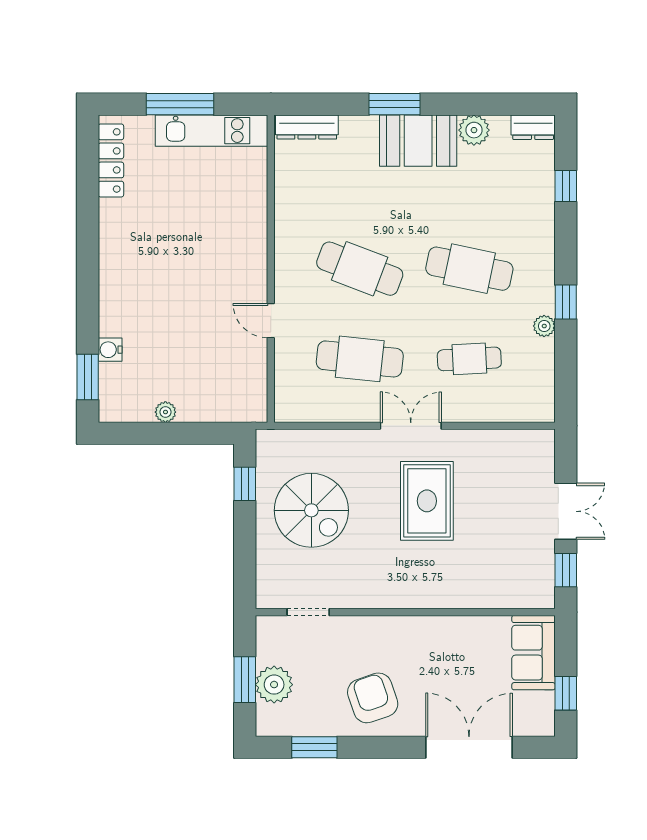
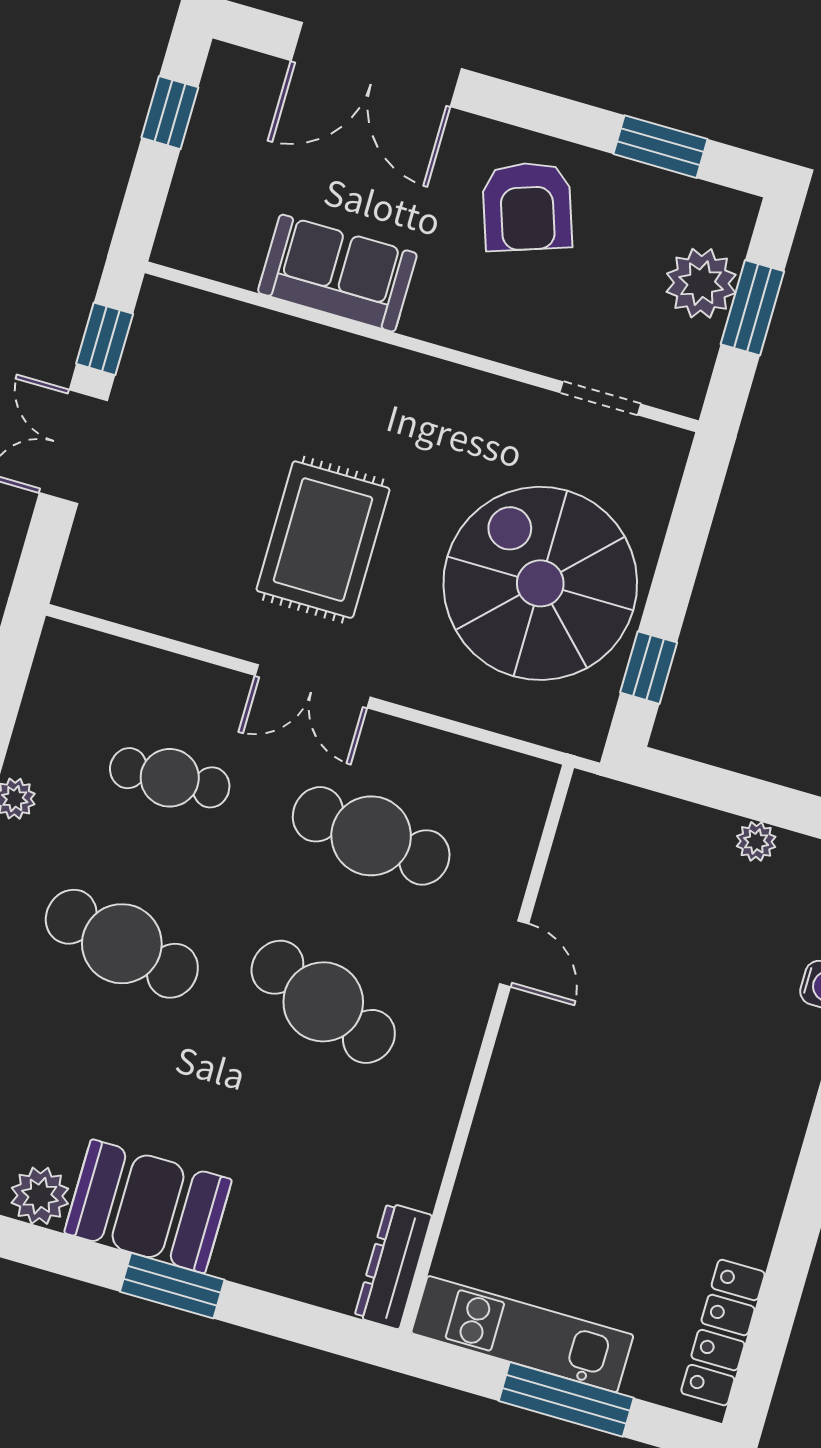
dresser: (307, 127) -> (393, 1266), moved, turned -90
spiral stairs: (311, 510) -> (540, 583), width x1.37, depth x1.37
sofa: (534, 653) -> (337, 273), moved, turned -90

